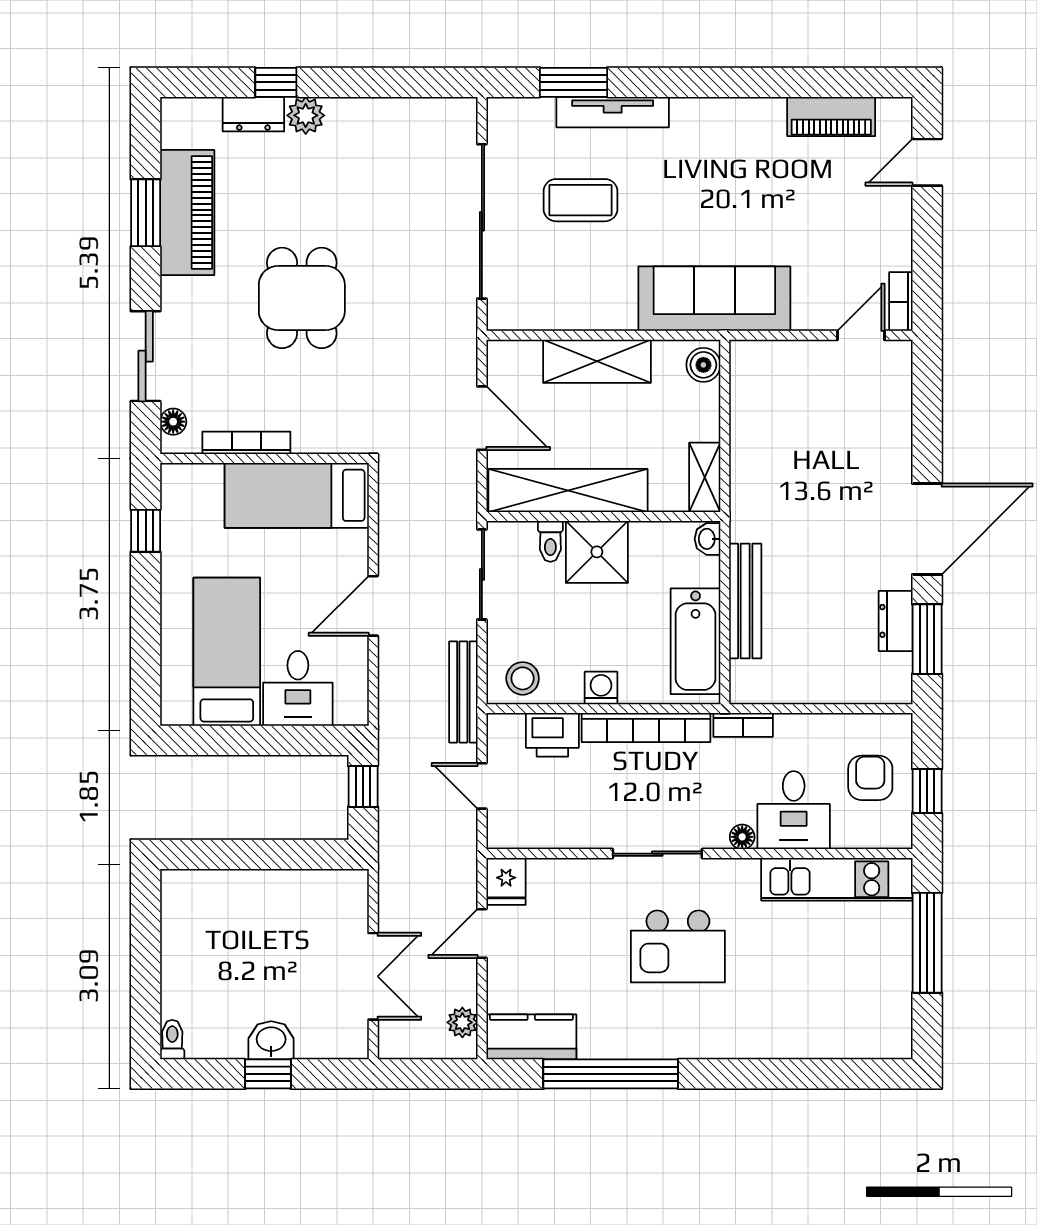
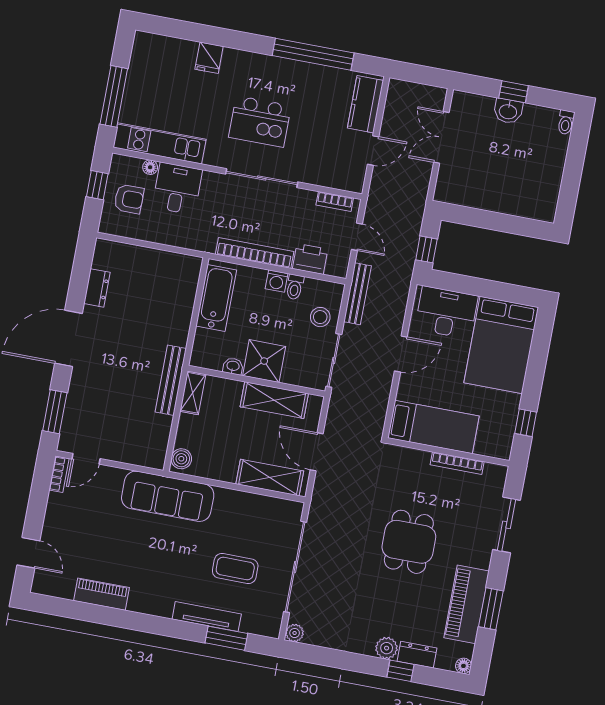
piano: (831, 116) -> (102, 594), moved
door: (927, 162) -> (28, 553), hinge flipped
shelving: (597, 361) -> (270, 478), moved
floor lamp: (173, 422) -> (463, 666), moved
shelving: (568, 490) -> (274, 400), width x0.68
washbasin: (708, 539) -> (233, 366), moved, turned -90
toilet: (550, 541) -> (295, 287), moved, turned 180
bench: (745, 601) -> (171, 380), moved
window: (927, 639) -> (55, 412), moved
bed: (227, 652) -> (501, 345), width x1.50
stool: (523, 678) -> (320, 317), moved
desk: (298, 689) -> (446, 312), width x1.37
bookcase: (743, 725) -> (335, 202), moved, turned 180
armchair: (870, 778) -> (129, 199), turned -90
floor lamp: (742, 837) -> (150, 167), moved
sliding door: (657, 854) -> (262, 178), width x1.37
fridge: (506, 881) -> (209, 58), moved, turned 180
kitchen island: (678, 946) -> (260, 121), turned 180
plant: (462, 1022) -> (295, 633), moved
kitchen counter: (531, 1037) -> (365, 104), moved, turned 90

